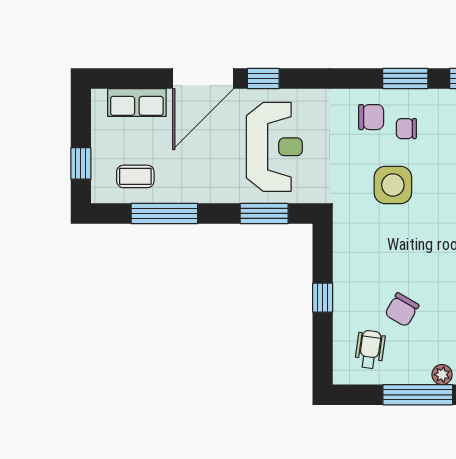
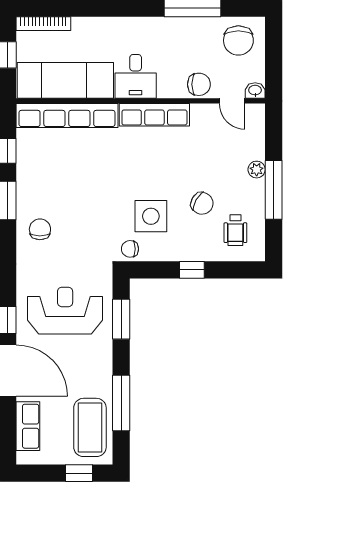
chair: (406, 129) -> (130, 249), moved, turned 90
coffee table: (135, 176) -> (90, 427), width x1.86, depth x1.72
side table: (393, 185) -> (151, 216), moved
wheelchair: (370, 349) -> (235, 230), turned -98

